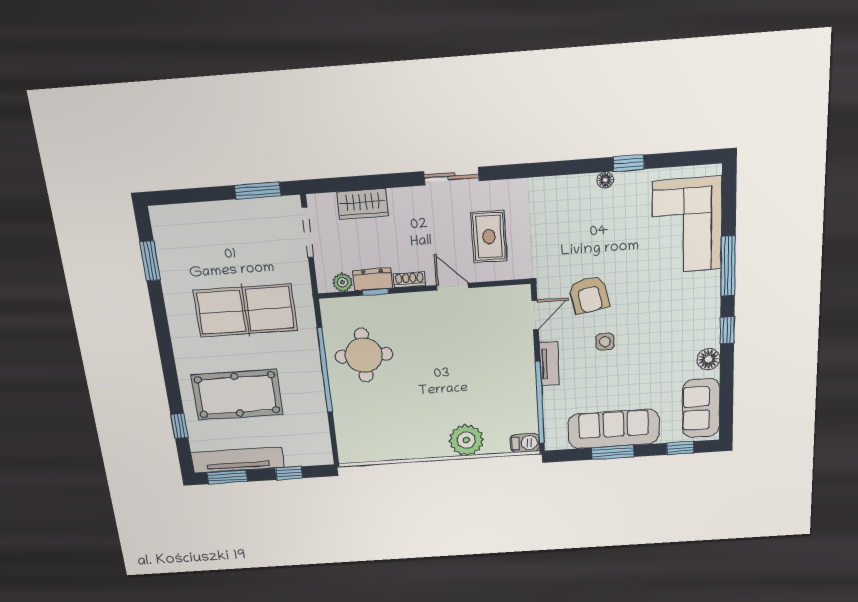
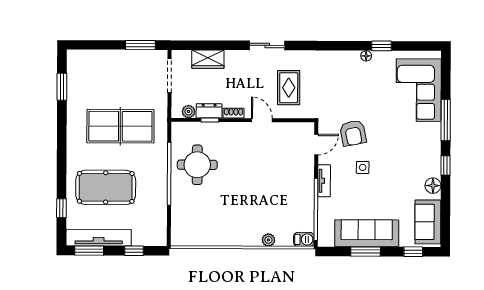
plant: (466, 440) -> (268, 240), width x0.53, depth x0.53

